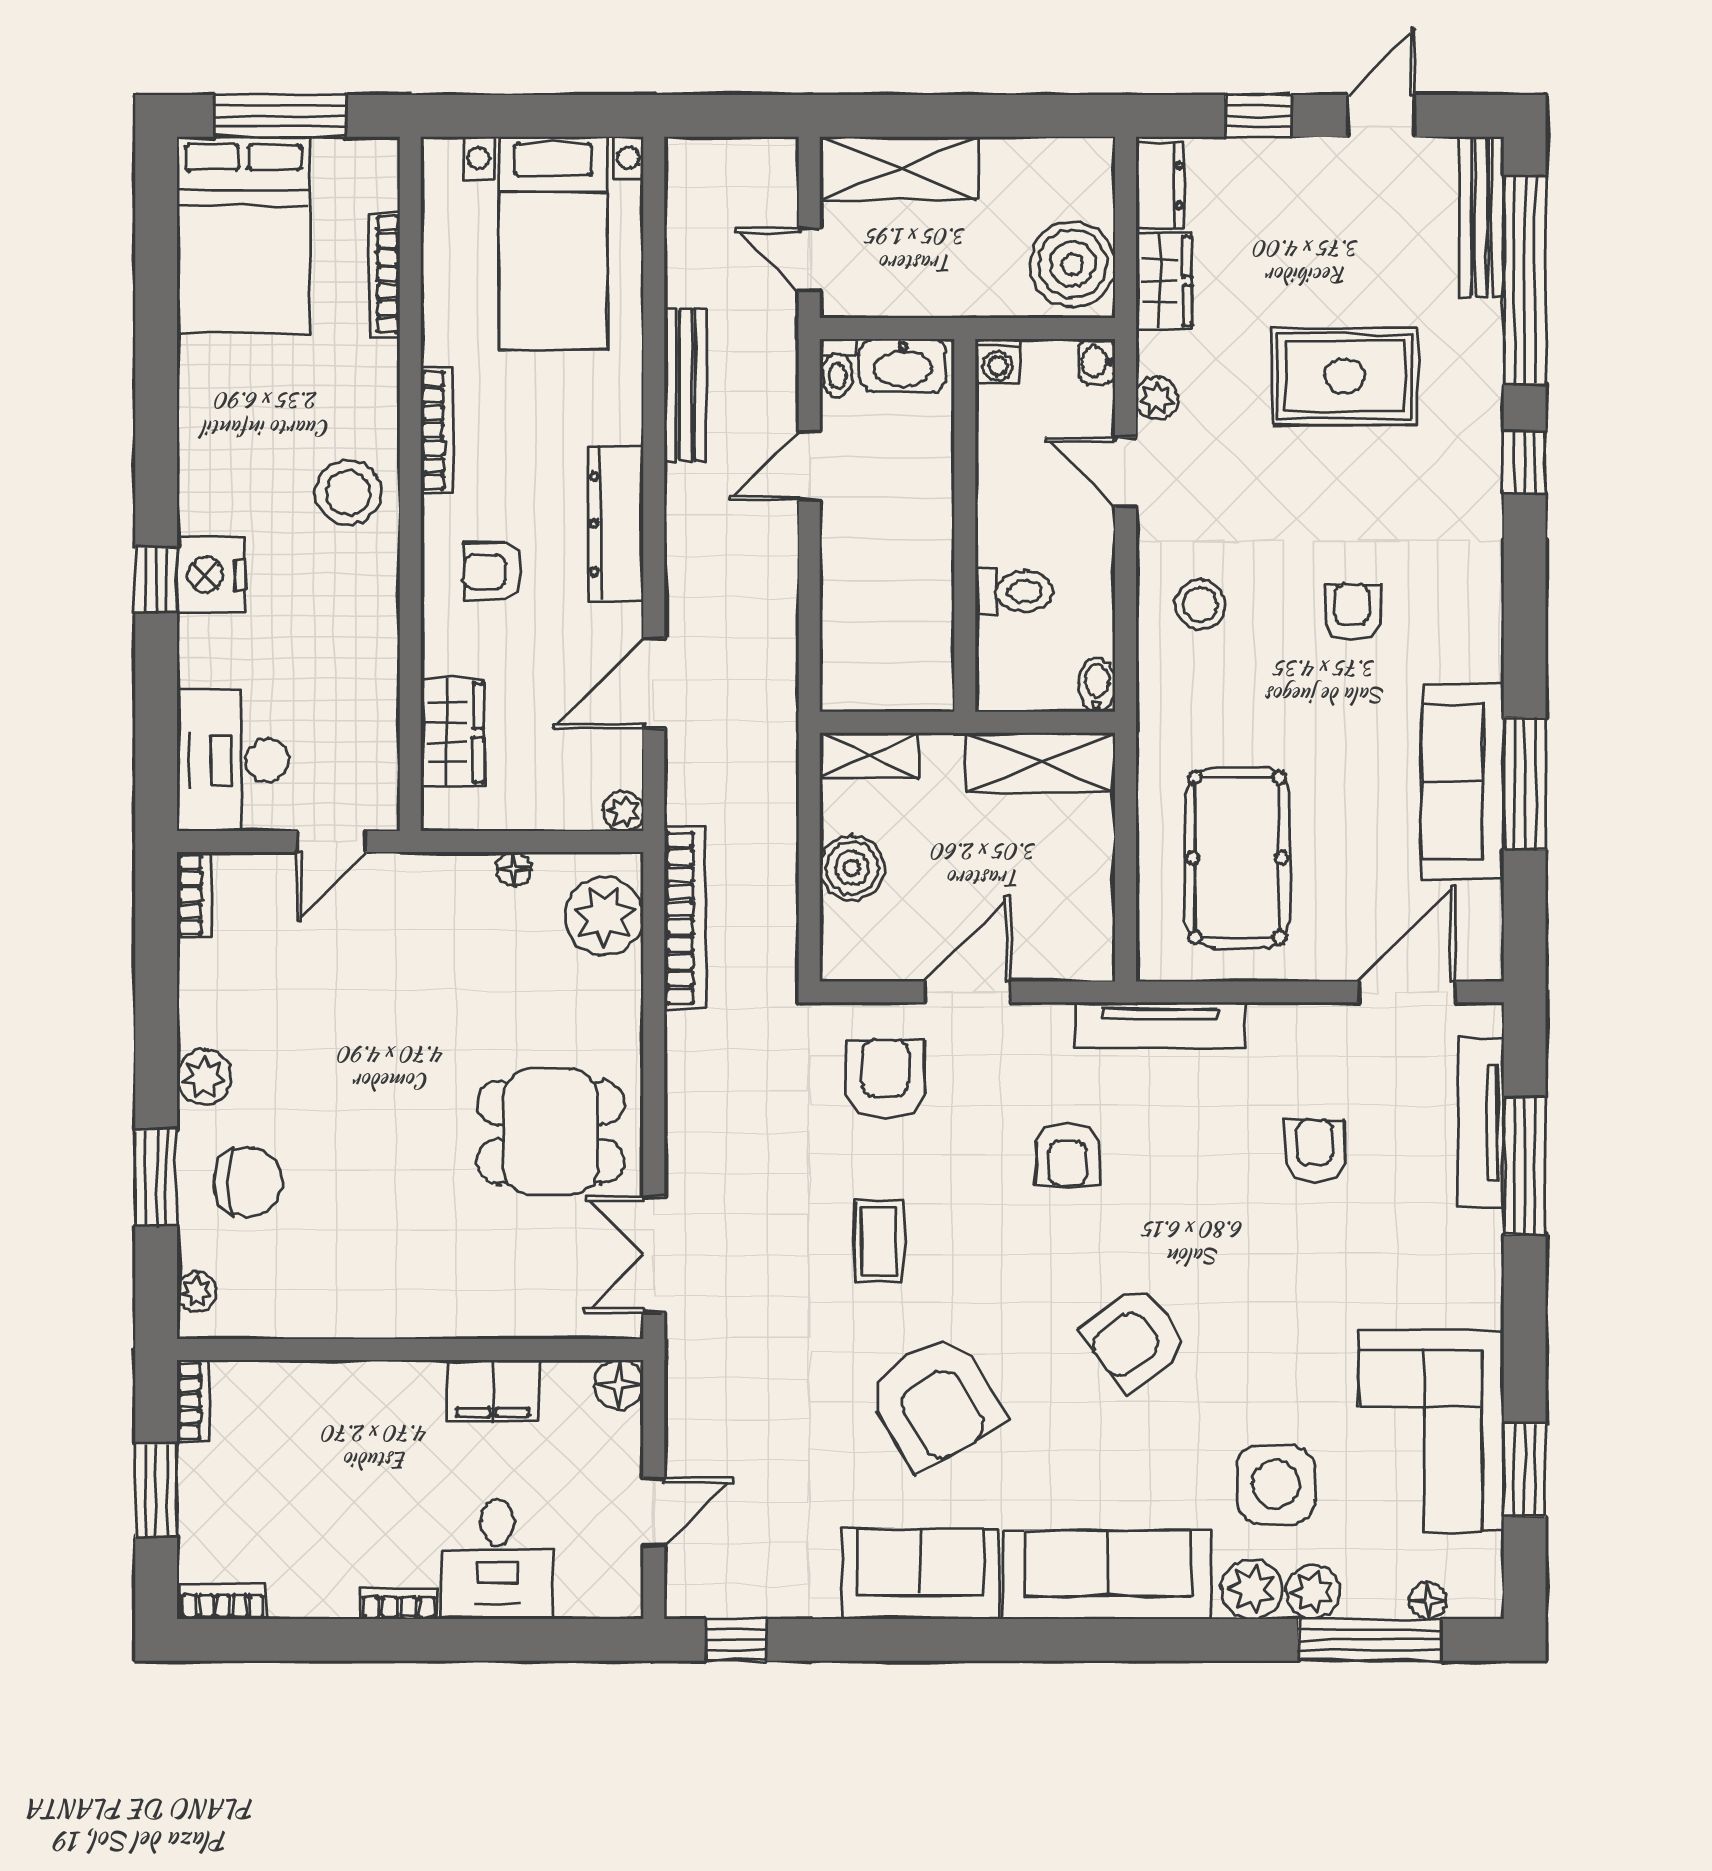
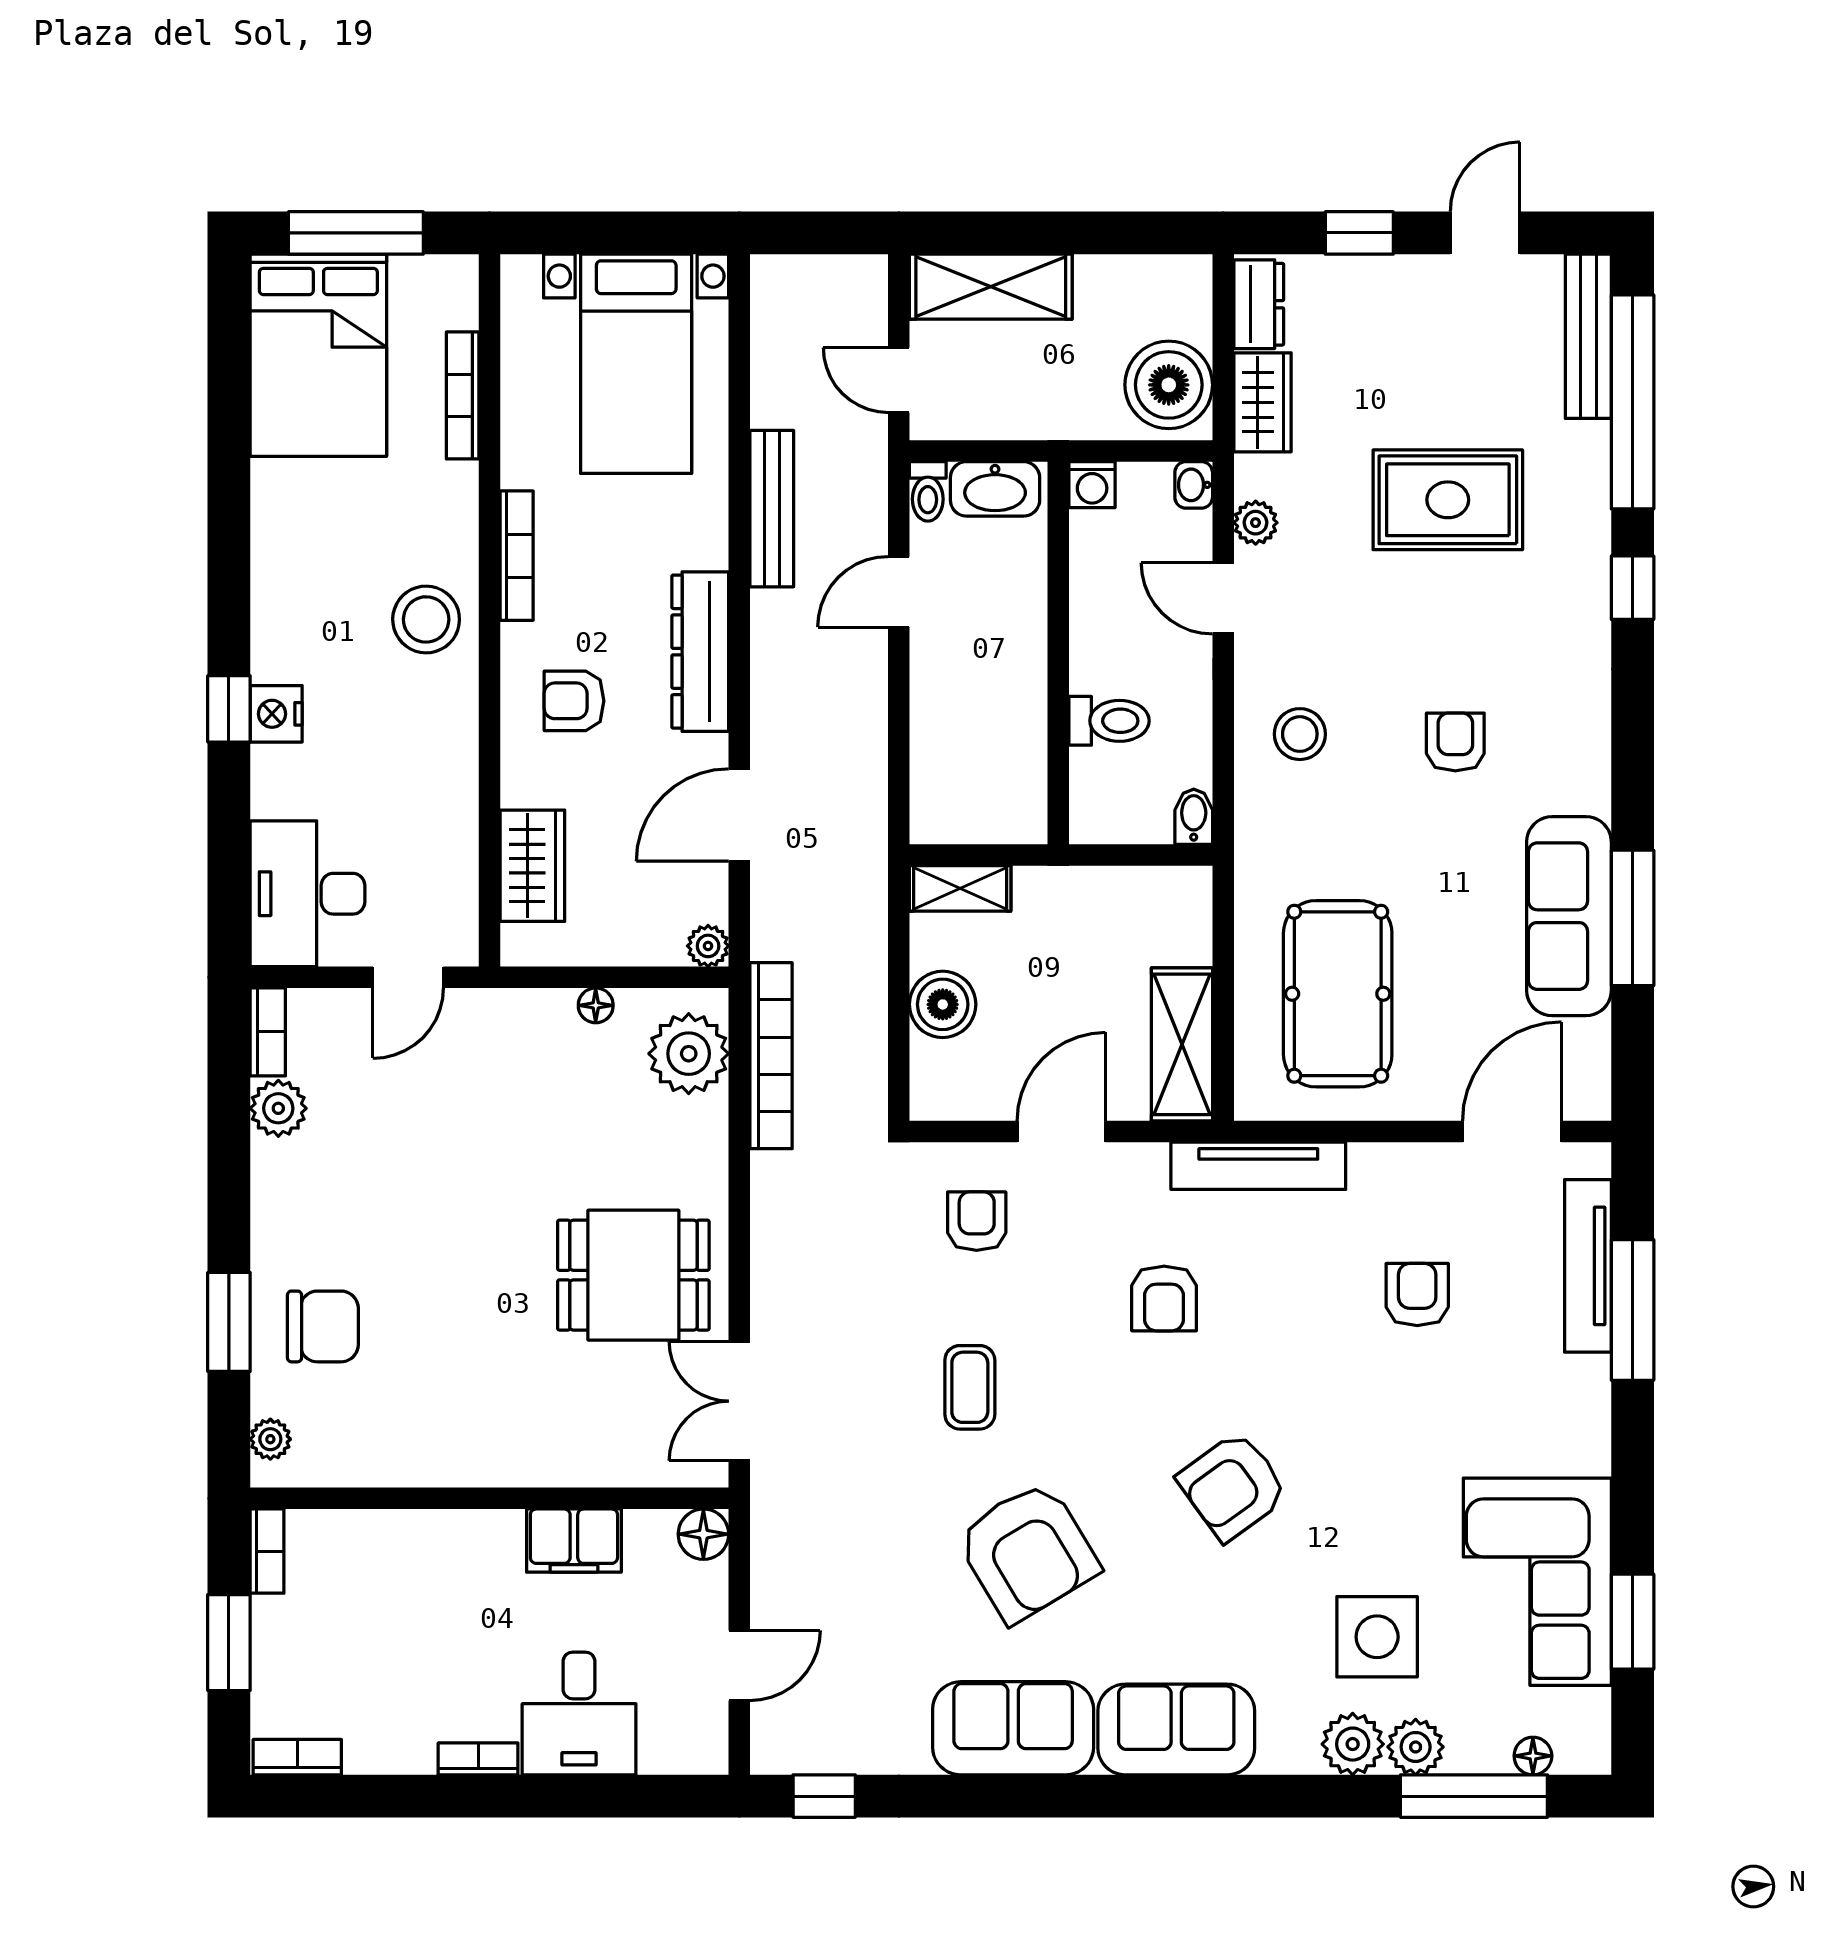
nightstand: (211, 575) -> (276, 714), width x0.74, depth x0.75
shelving: (1041, 763) -> (1182, 1044), moved, turned 90
plant: (204, 1077) -> (278, 1108), moved
armchair: (885, 1079) -> (977, 1221), width x0.72, depth x0.72
sofa: (1107, 1575) -> (1176, 1729), width x0.73

